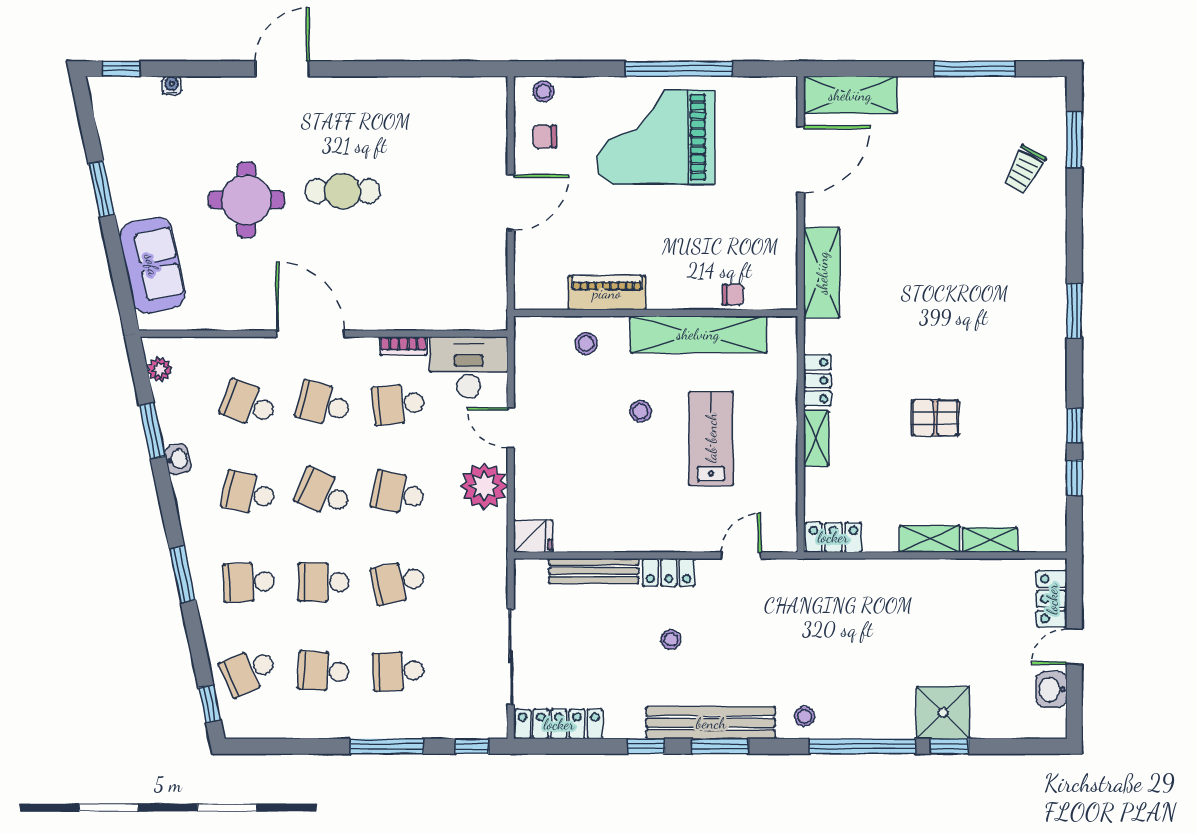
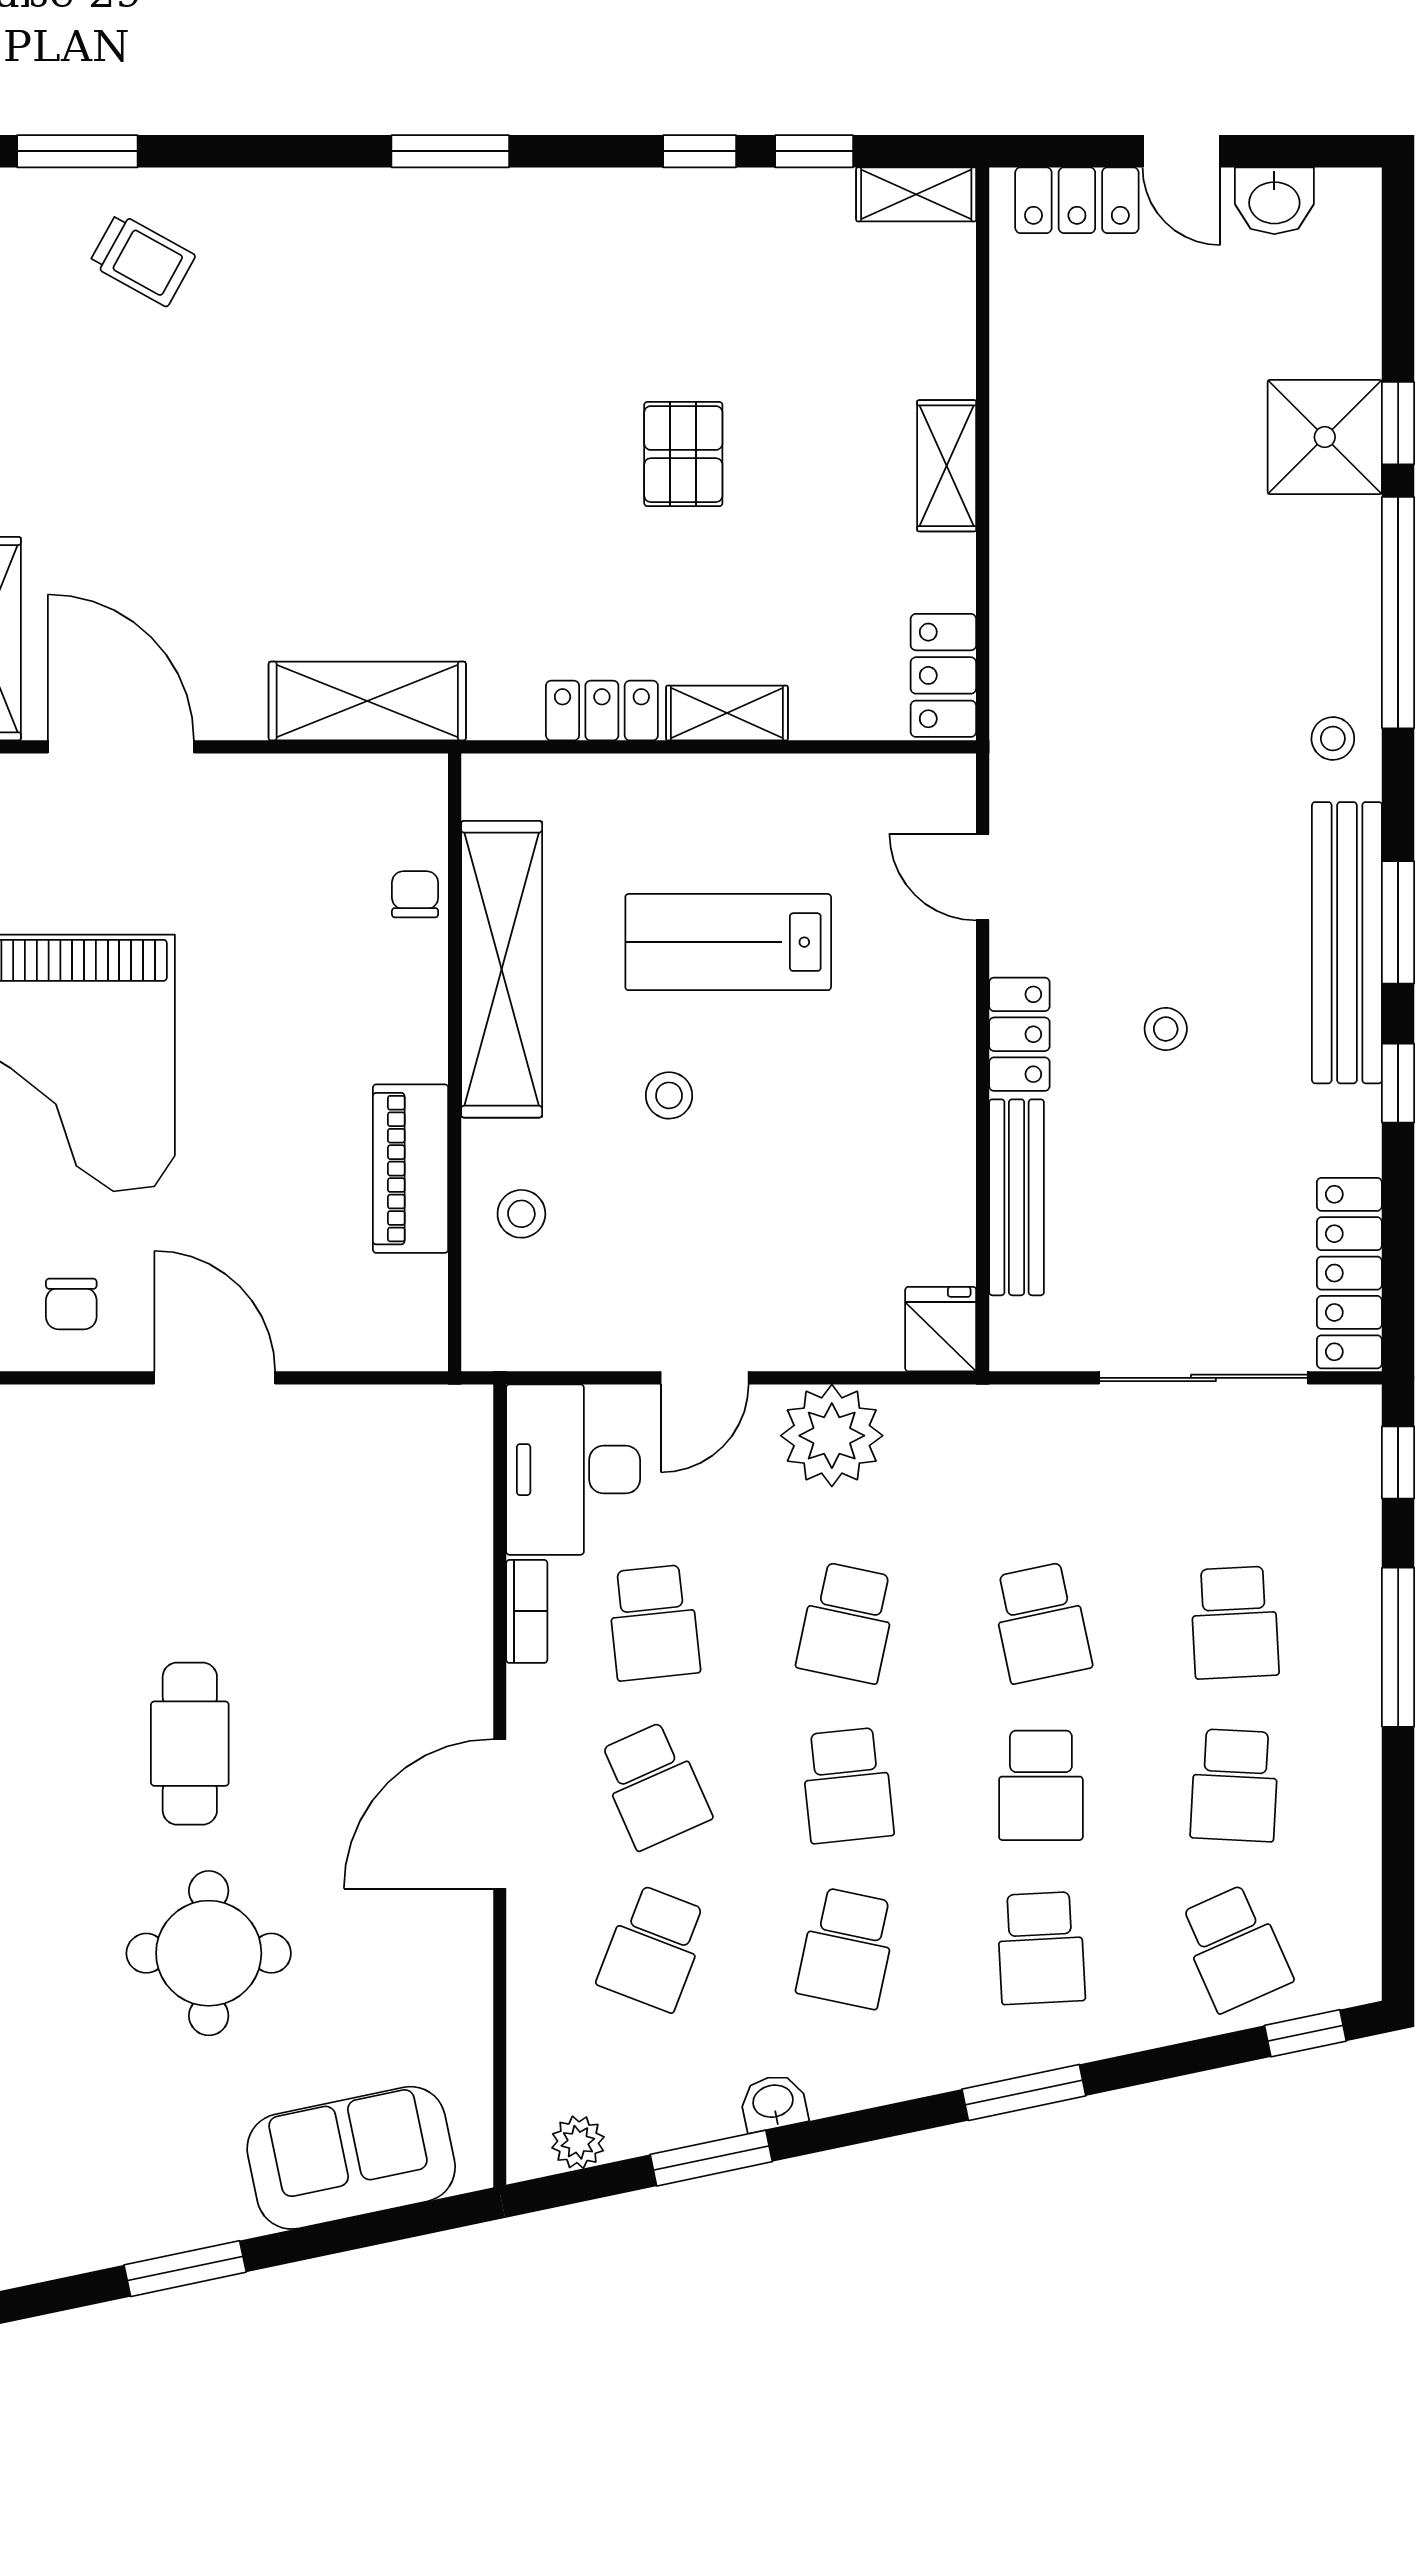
school desk: (324, 404) -> (654, 1785), turned -39
school desk: (324, 493) -> (847, 1785), turned -30
shelving: (990, 540) -> (916, 194), moved, turned 90

